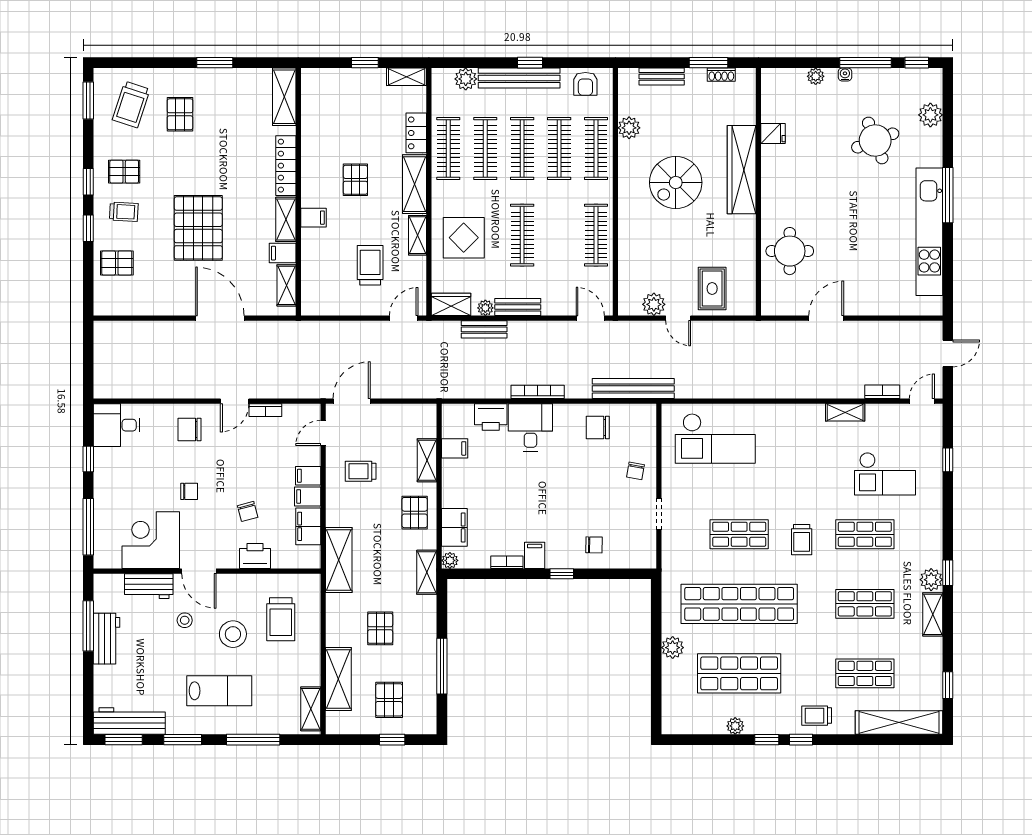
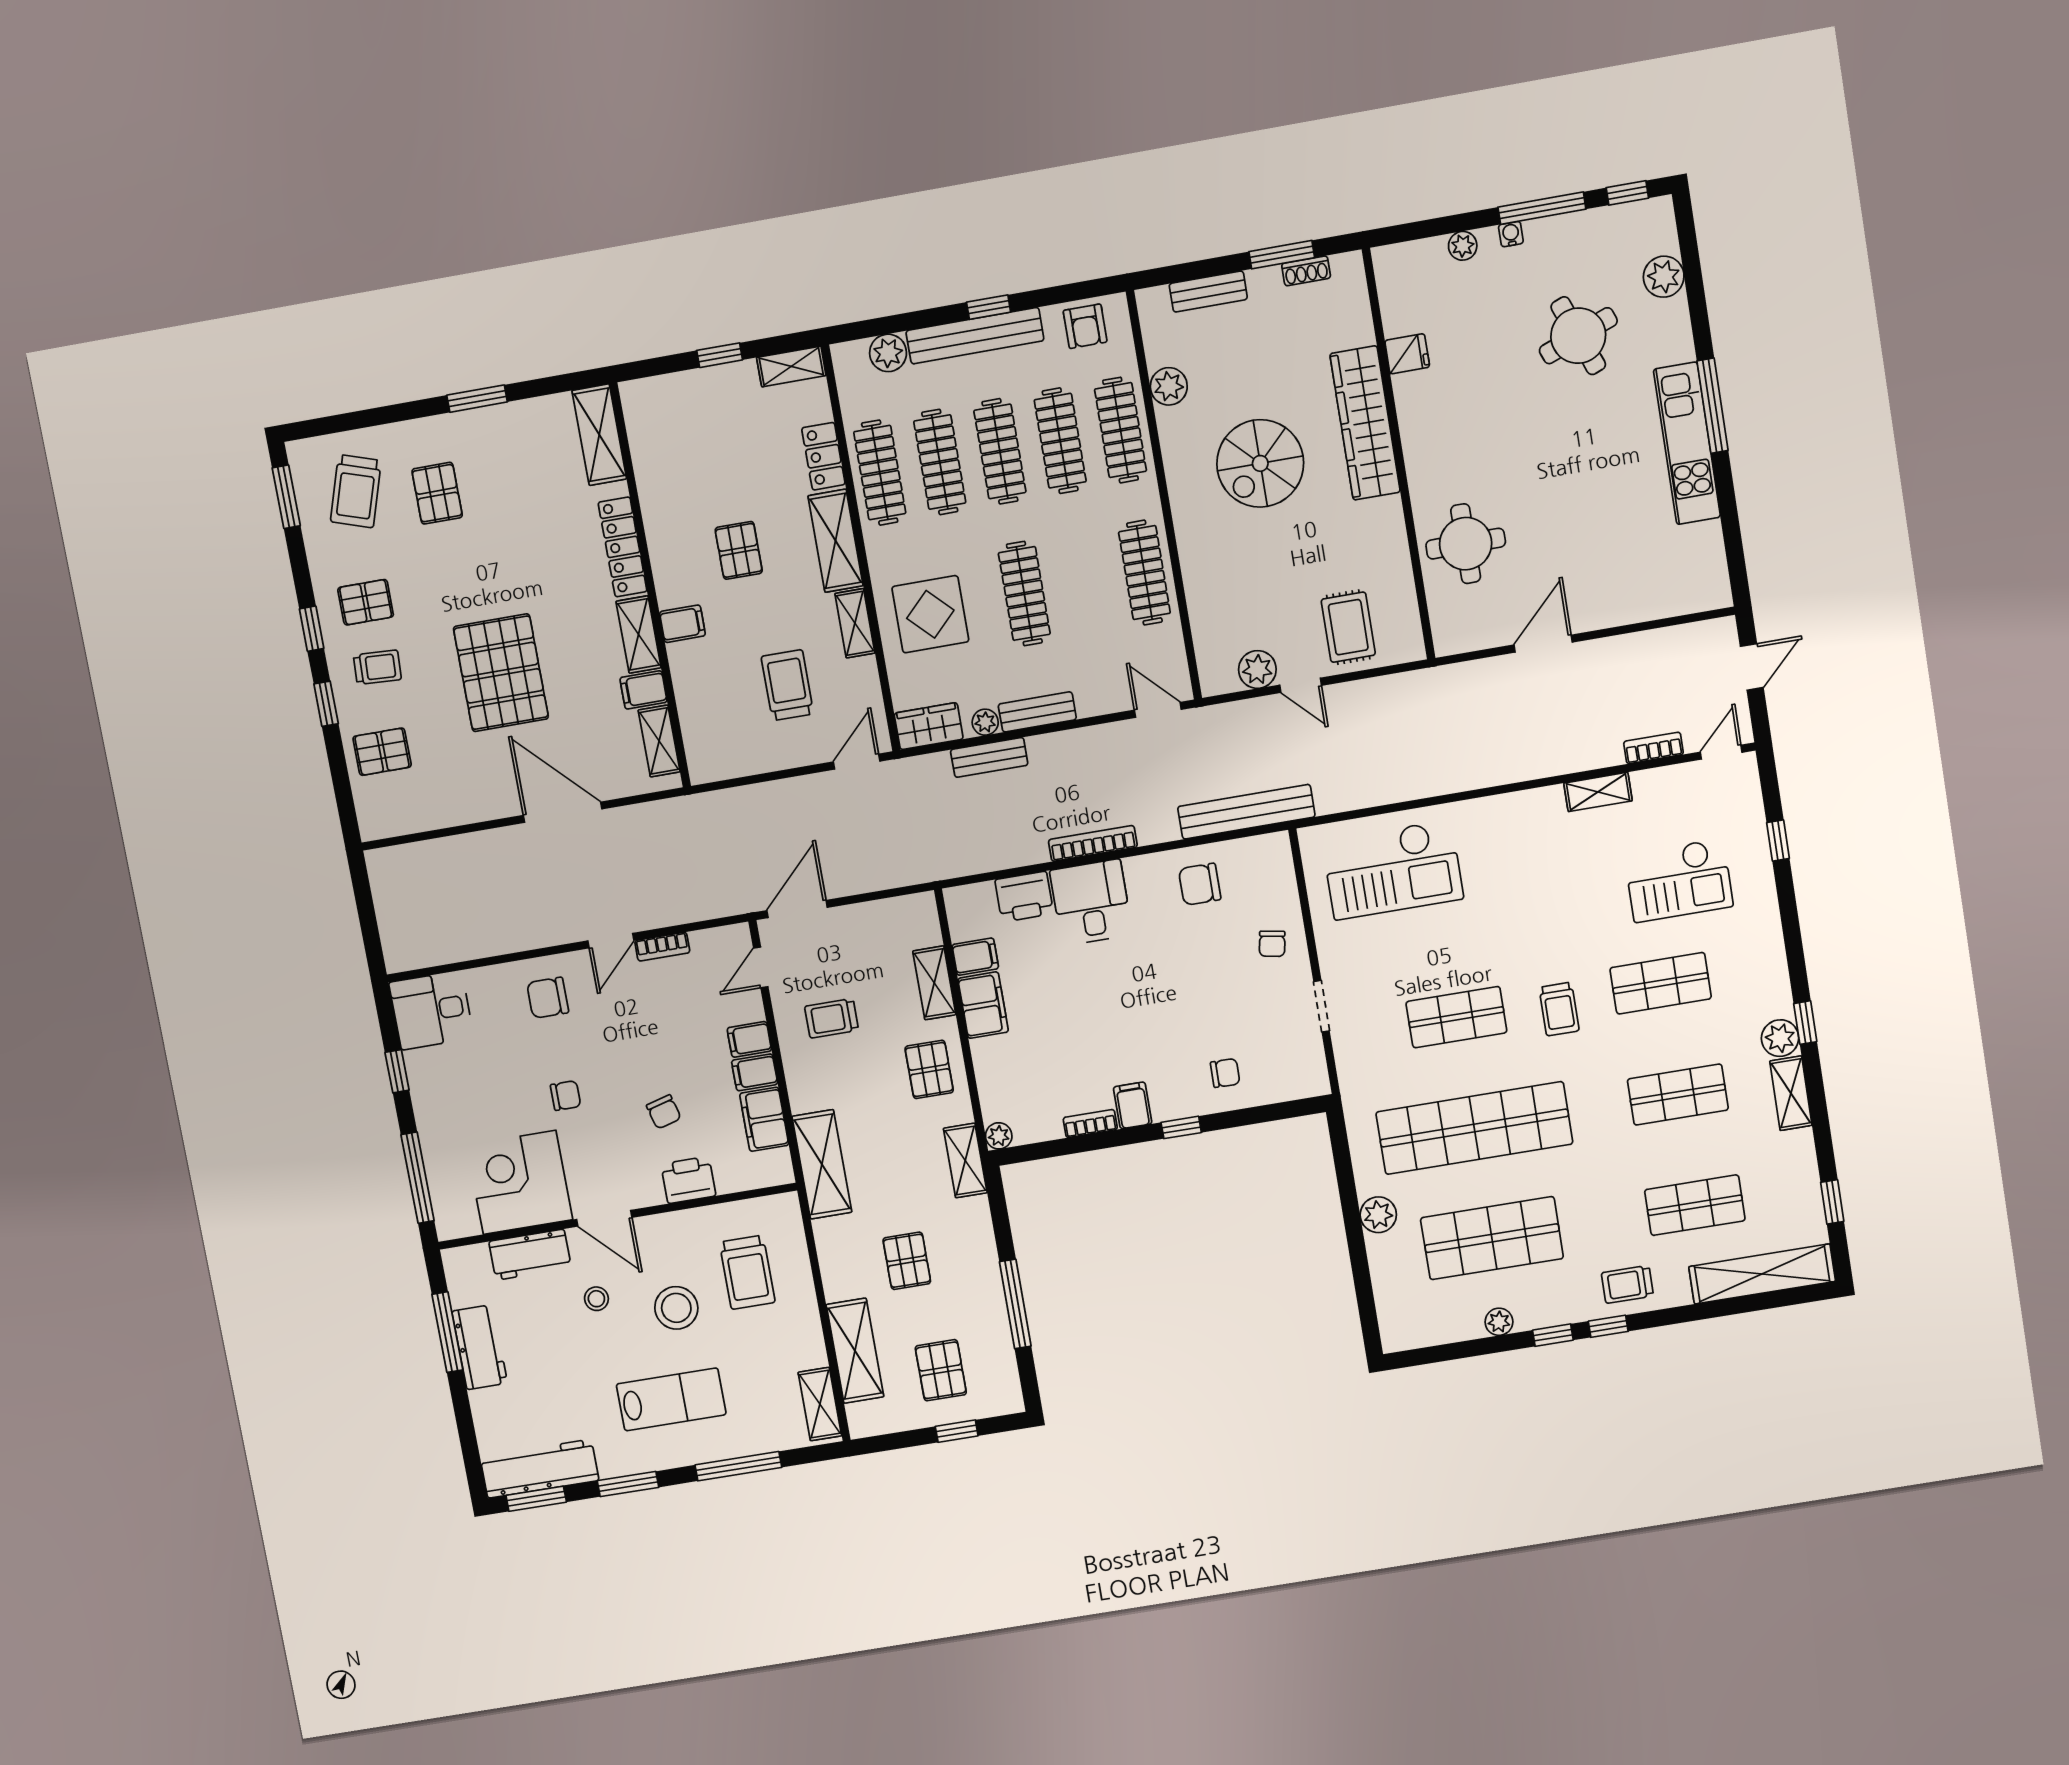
kitchen unit: (929, 232) -> (1687, 443), width x0.73
filing cabinet: (454, 527) -> (983, 1005), moved

